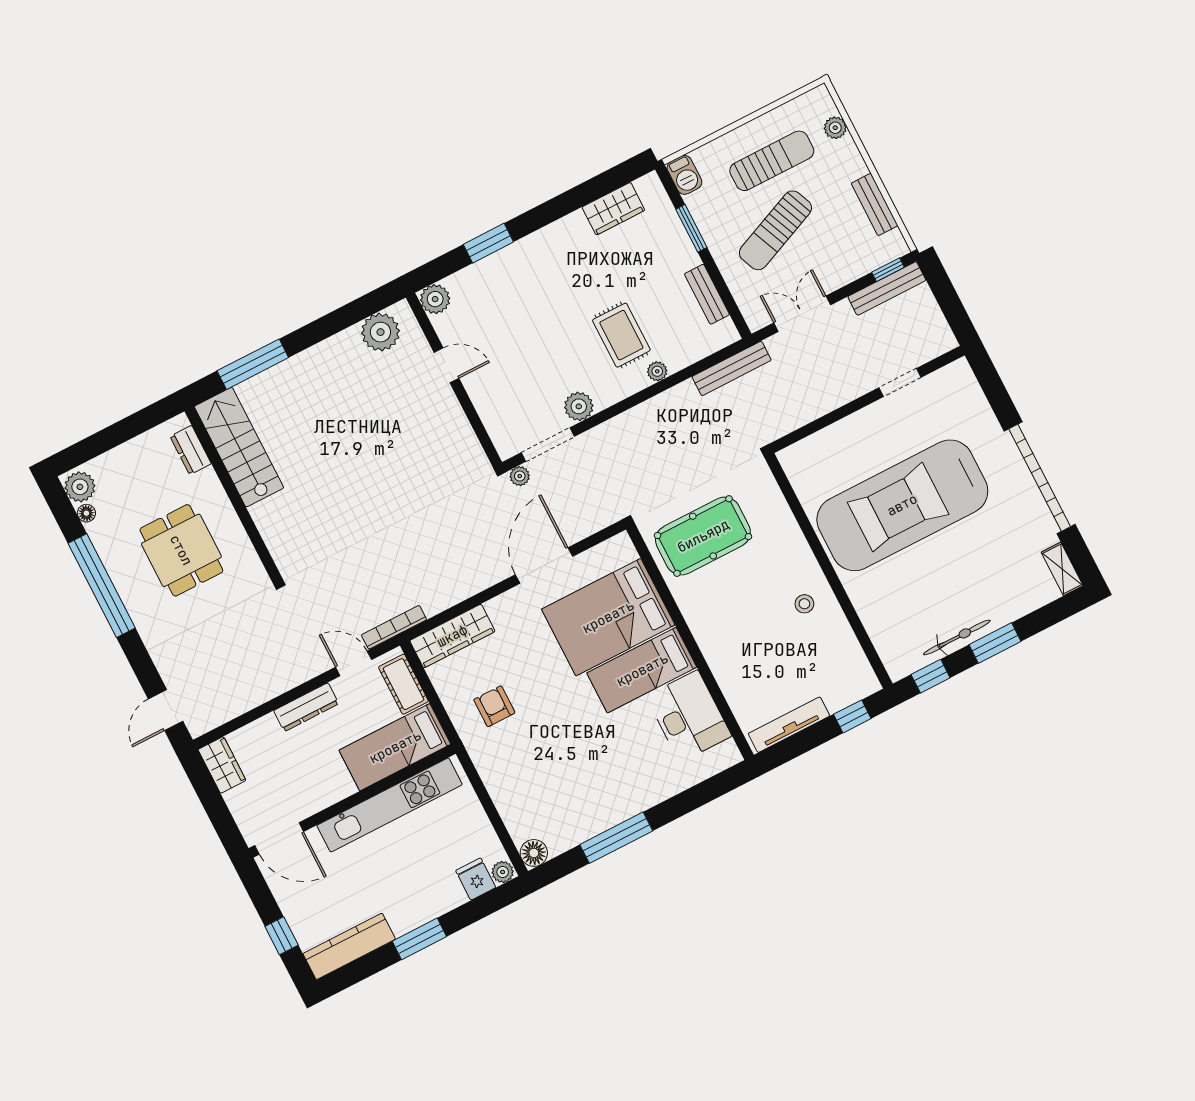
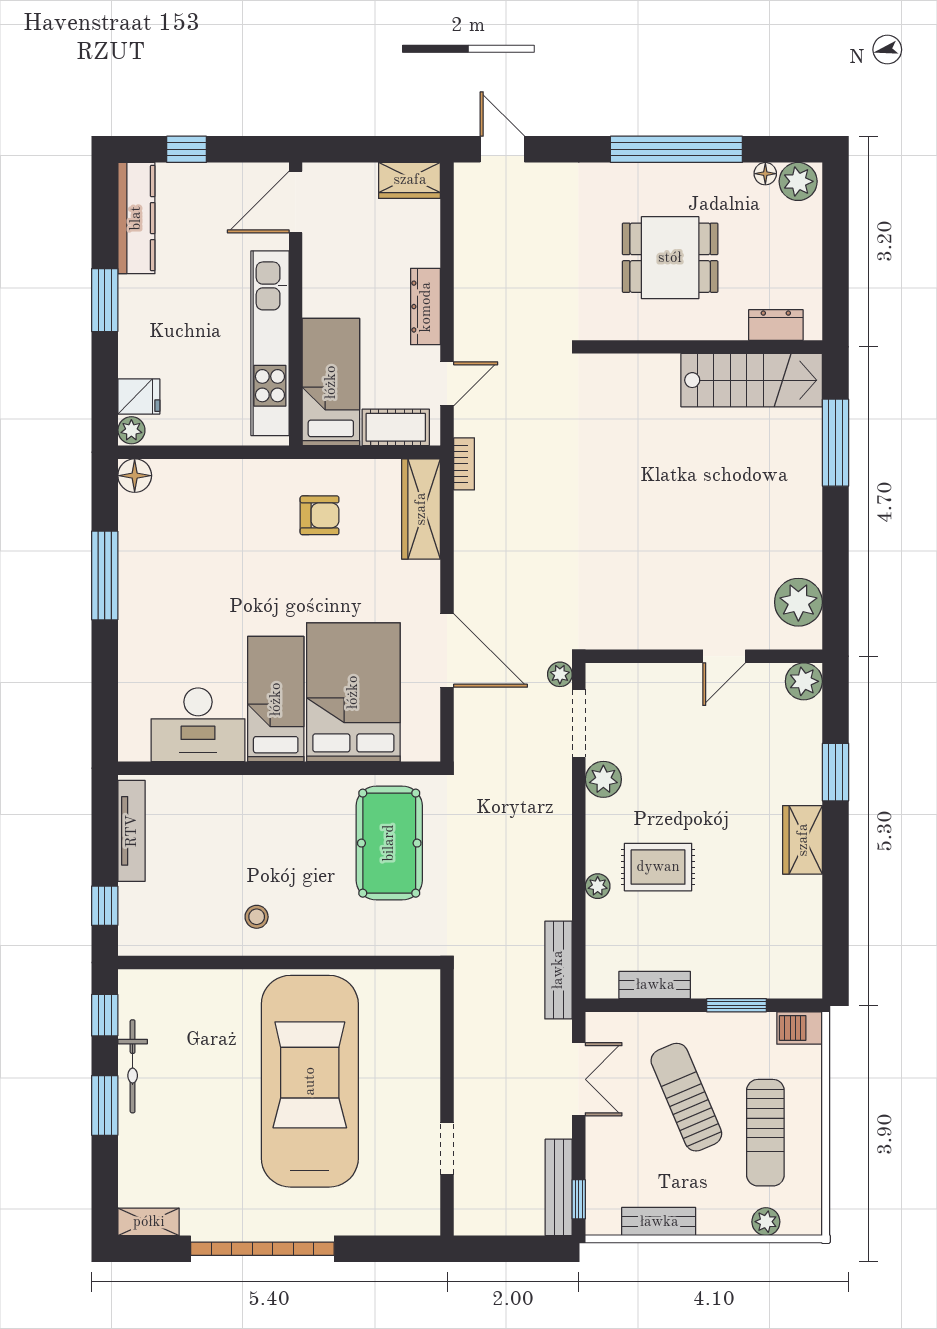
wardrobe: (613, 209) -> (803, 840), moved
bookcase: (394, 627) -> (464, 464), width x0.64

